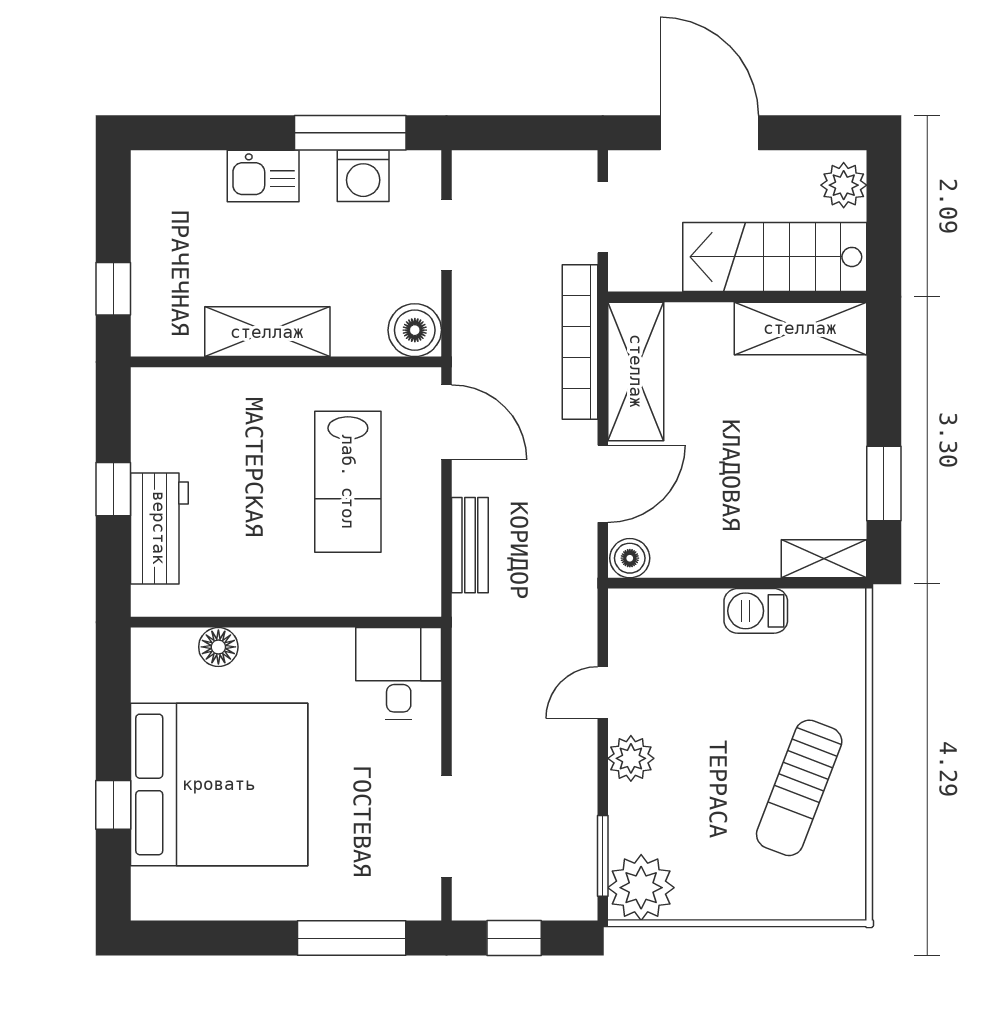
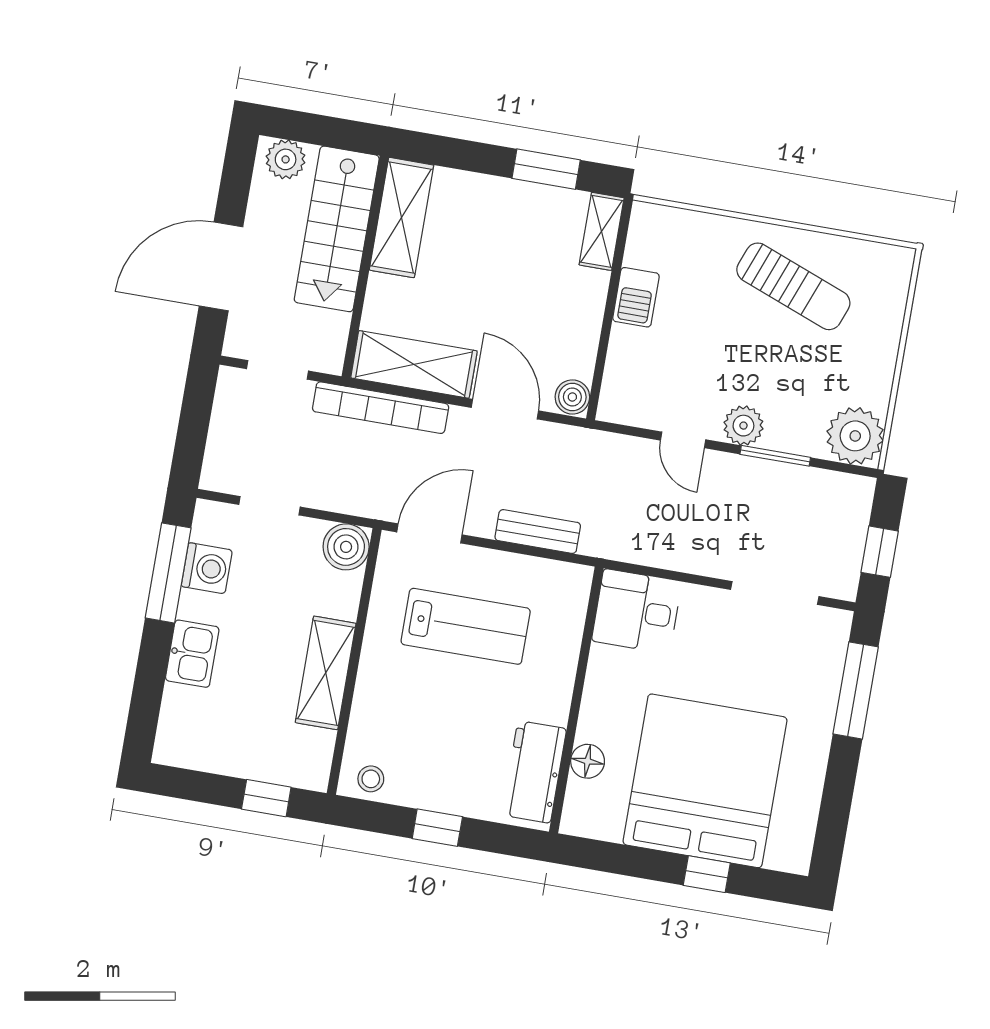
stool: (156, 404) -> (371, 779), added
workbench: (159, 528) -> (534, 772), moved, turned -90
window: (603, 856) -> (775, 456), moved

